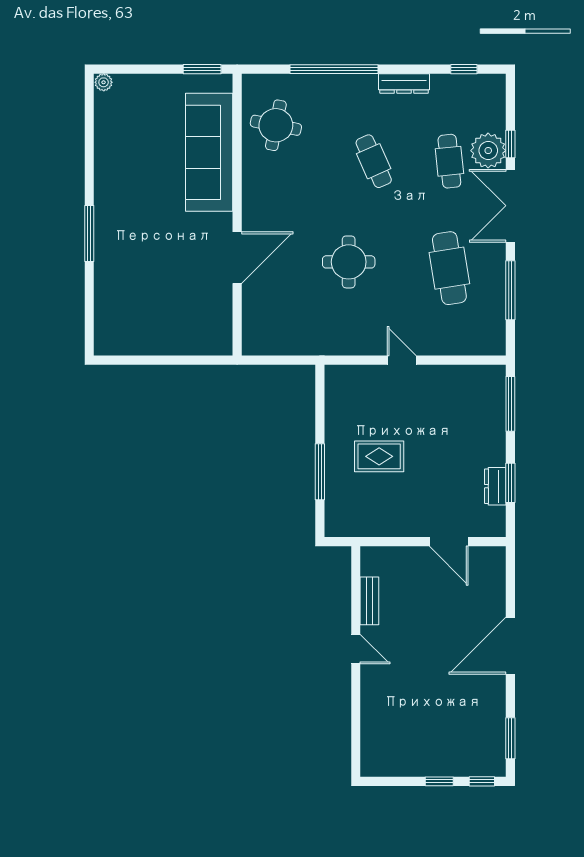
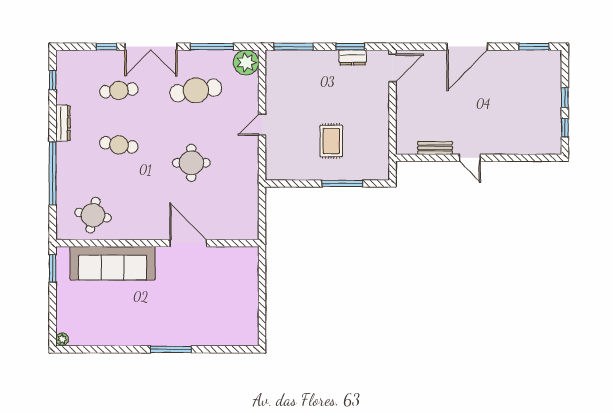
plant: (488, 151) -> (246, 62), moved
cafe table: (374, 161) -> (119, 145), turned 33
door: (449, 542) -> (392, 68), moved
door: (510, 646) -> (467, 47), hinge flipped
door: (356, 649) -> (470, 158), swing flipped
window: (482, 781) -> (565, 128), moved

